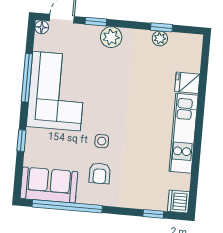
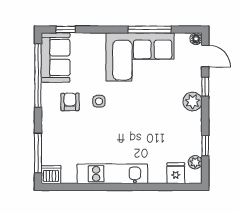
plant: (160, 38) -> (195, 162), moved
fridge: (187, 83) -> (176, 173), moved
window: (21, 141) -> (66, 29), moved
armchair: (100, 173) -> (70, 102), turned 90
window: (153, 214) -> (38, 153), width x2.17

